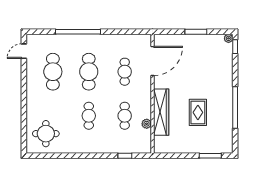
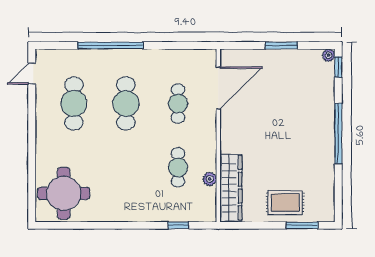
window: (235, 108) -> (338, 133), moved
wardrobe: (161, 112) -> (231, 188), moved
rug: (198, 112) -> (285, 202), moved, turned 90
cafe table: (89, 116) -> (126, 167), removed
round table: (46, 134) -> (64, 193), width x1.36, depth x1.36

